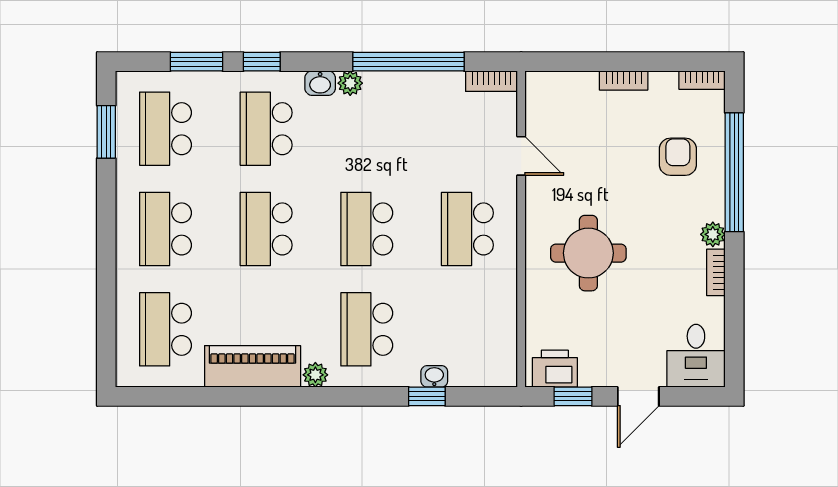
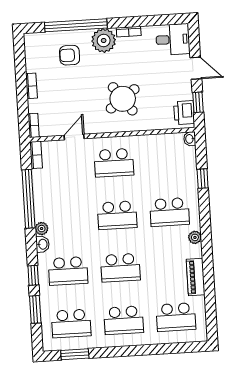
bookcase: (702, 80) -> (34, 125), moved
plant: (713, 234) -> (104, 40), width x1.88, depth x1.88
round table: (588, 253) -> (123, 99), turned -36
piano: (253, 366) -> (196, 277), width x0.73, depth x0.75
washbasin: (434, 376) -> (190, 139), moved

